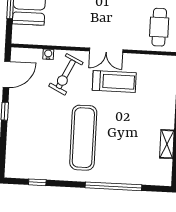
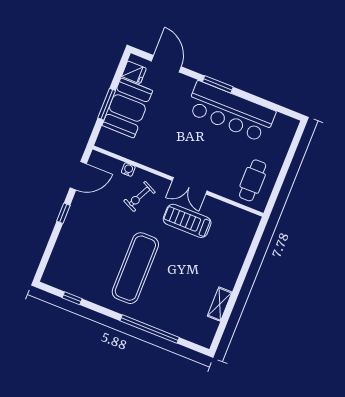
exercise bike: (66, 74) -> (139, 196), width x0.73, depth x0.72
treadmill: (114, 81) -> (187, 221), turned 180

